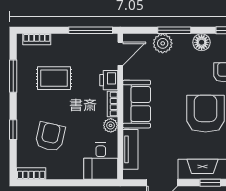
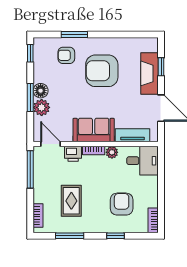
floor lamp: (202, 42) -> (41, 91), moved
armchair: (50, 137) -> (122, 204), turned 77

